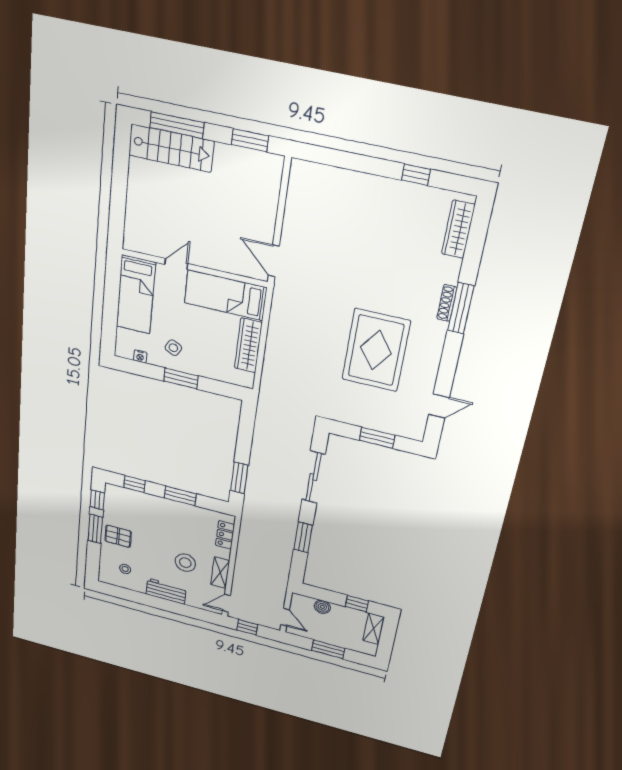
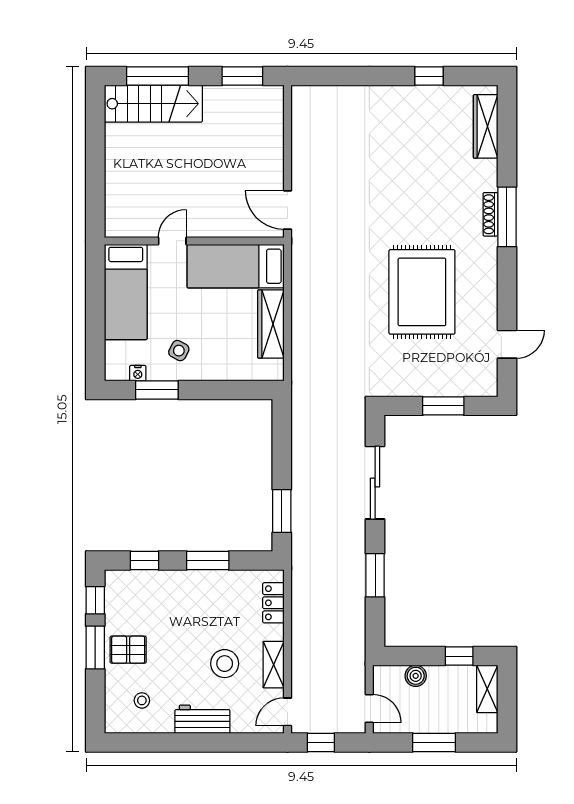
window: (181, 378) -> (157, 390), moved

